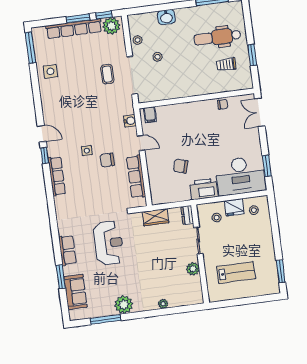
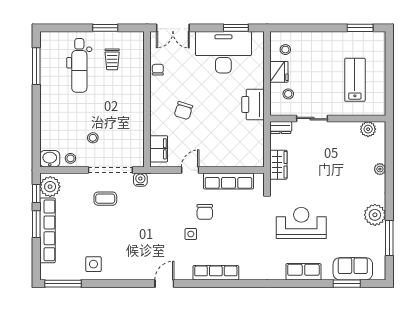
washbasin: (166, 17) -> (50, 159), moved, turned -90
filing cabinet: (150, 115) -> (159, 149), width x2.00
water cooler: (130, 121) -> (140, 180), moved
window: (45, 156) -> (190, 284), removed
chair: (181, 166) -> (183, 111), moved
desk: (240, 176) -> (223, 52), moved, turned -90
plant: (193, 269) -> (368, 129), moved
window: (61, 277) -> (347, 284), moved

